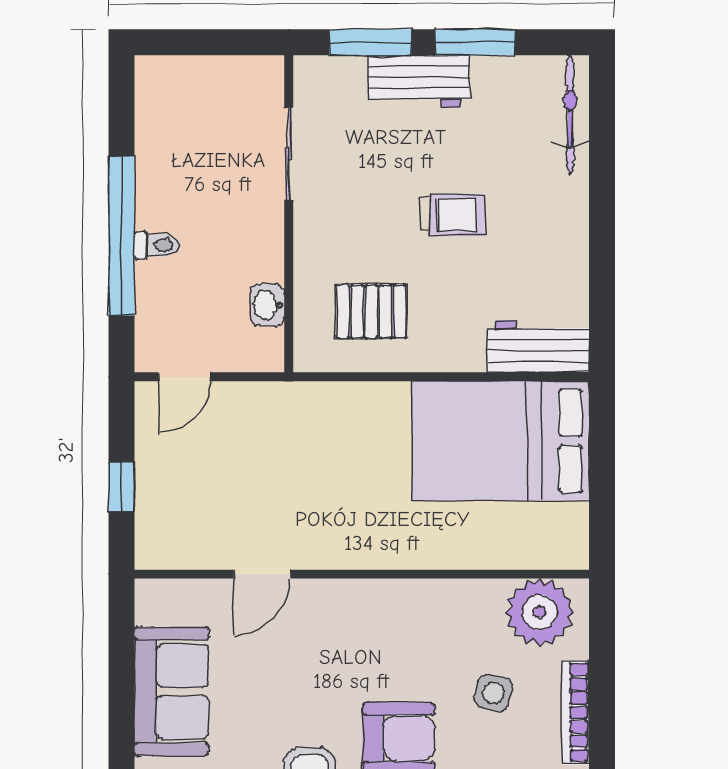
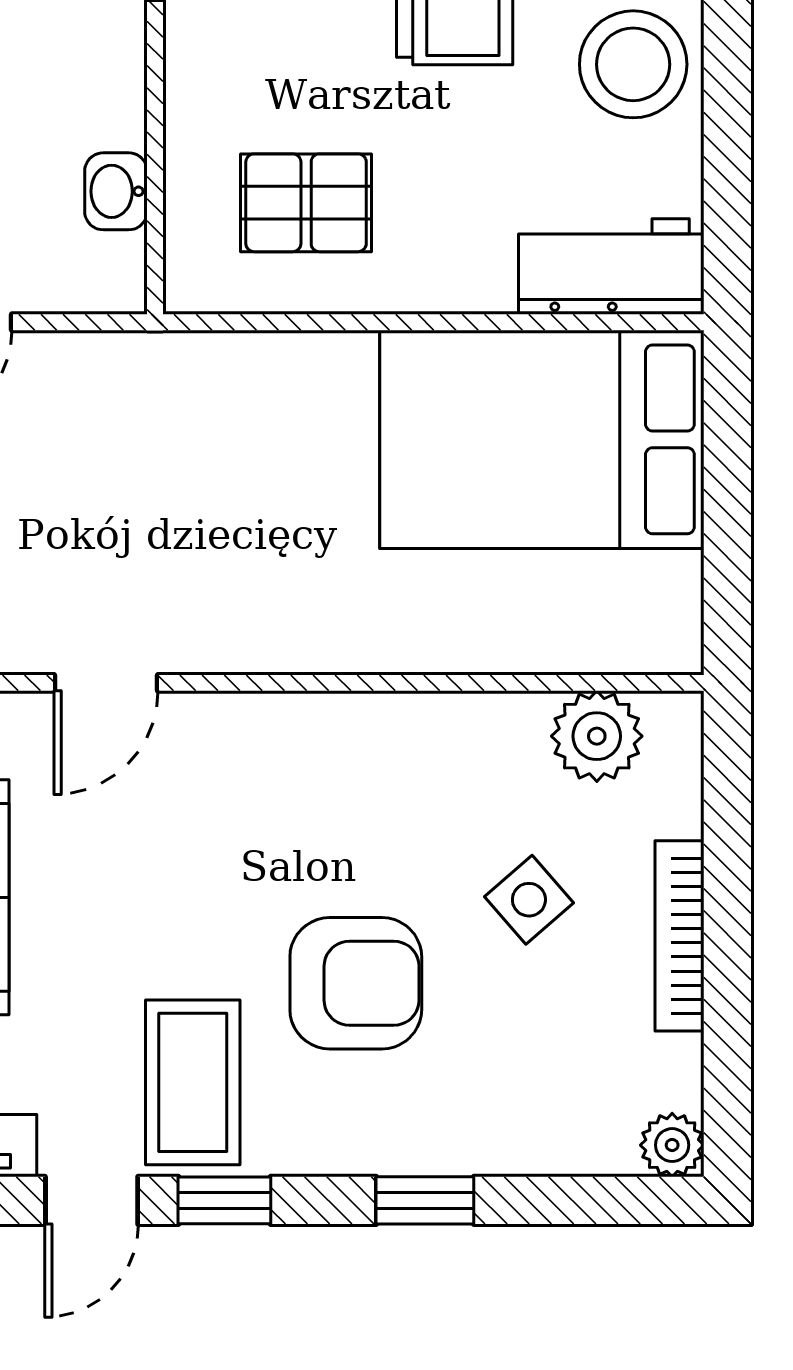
stool: (550, 236) -> (633, 64), added
plant: (539, 612) -> (597, 736), width x0.73, depth x0.73
side table: (493, 693) -> (529, 900), turned 36

